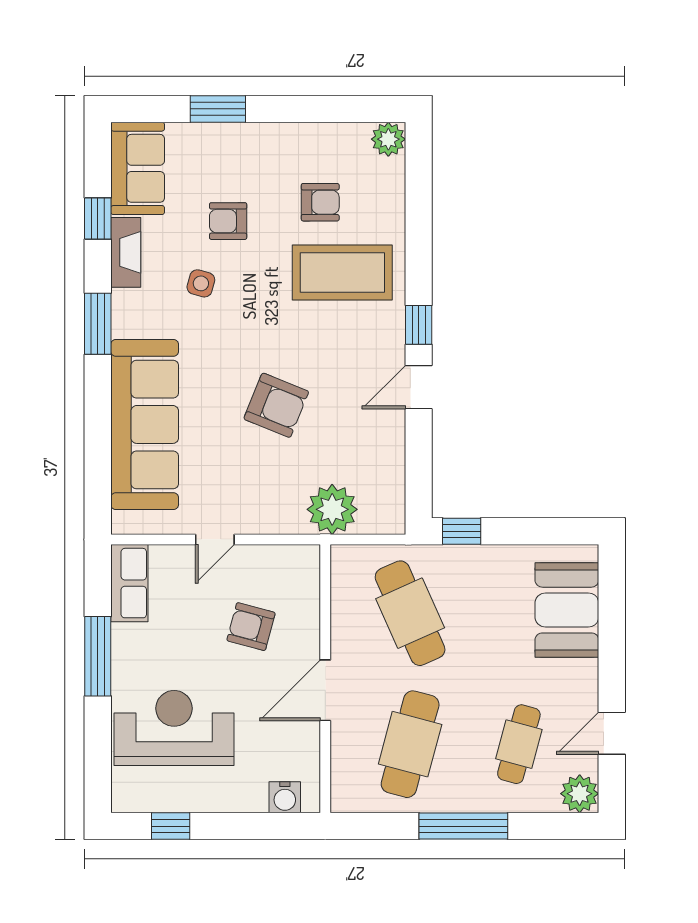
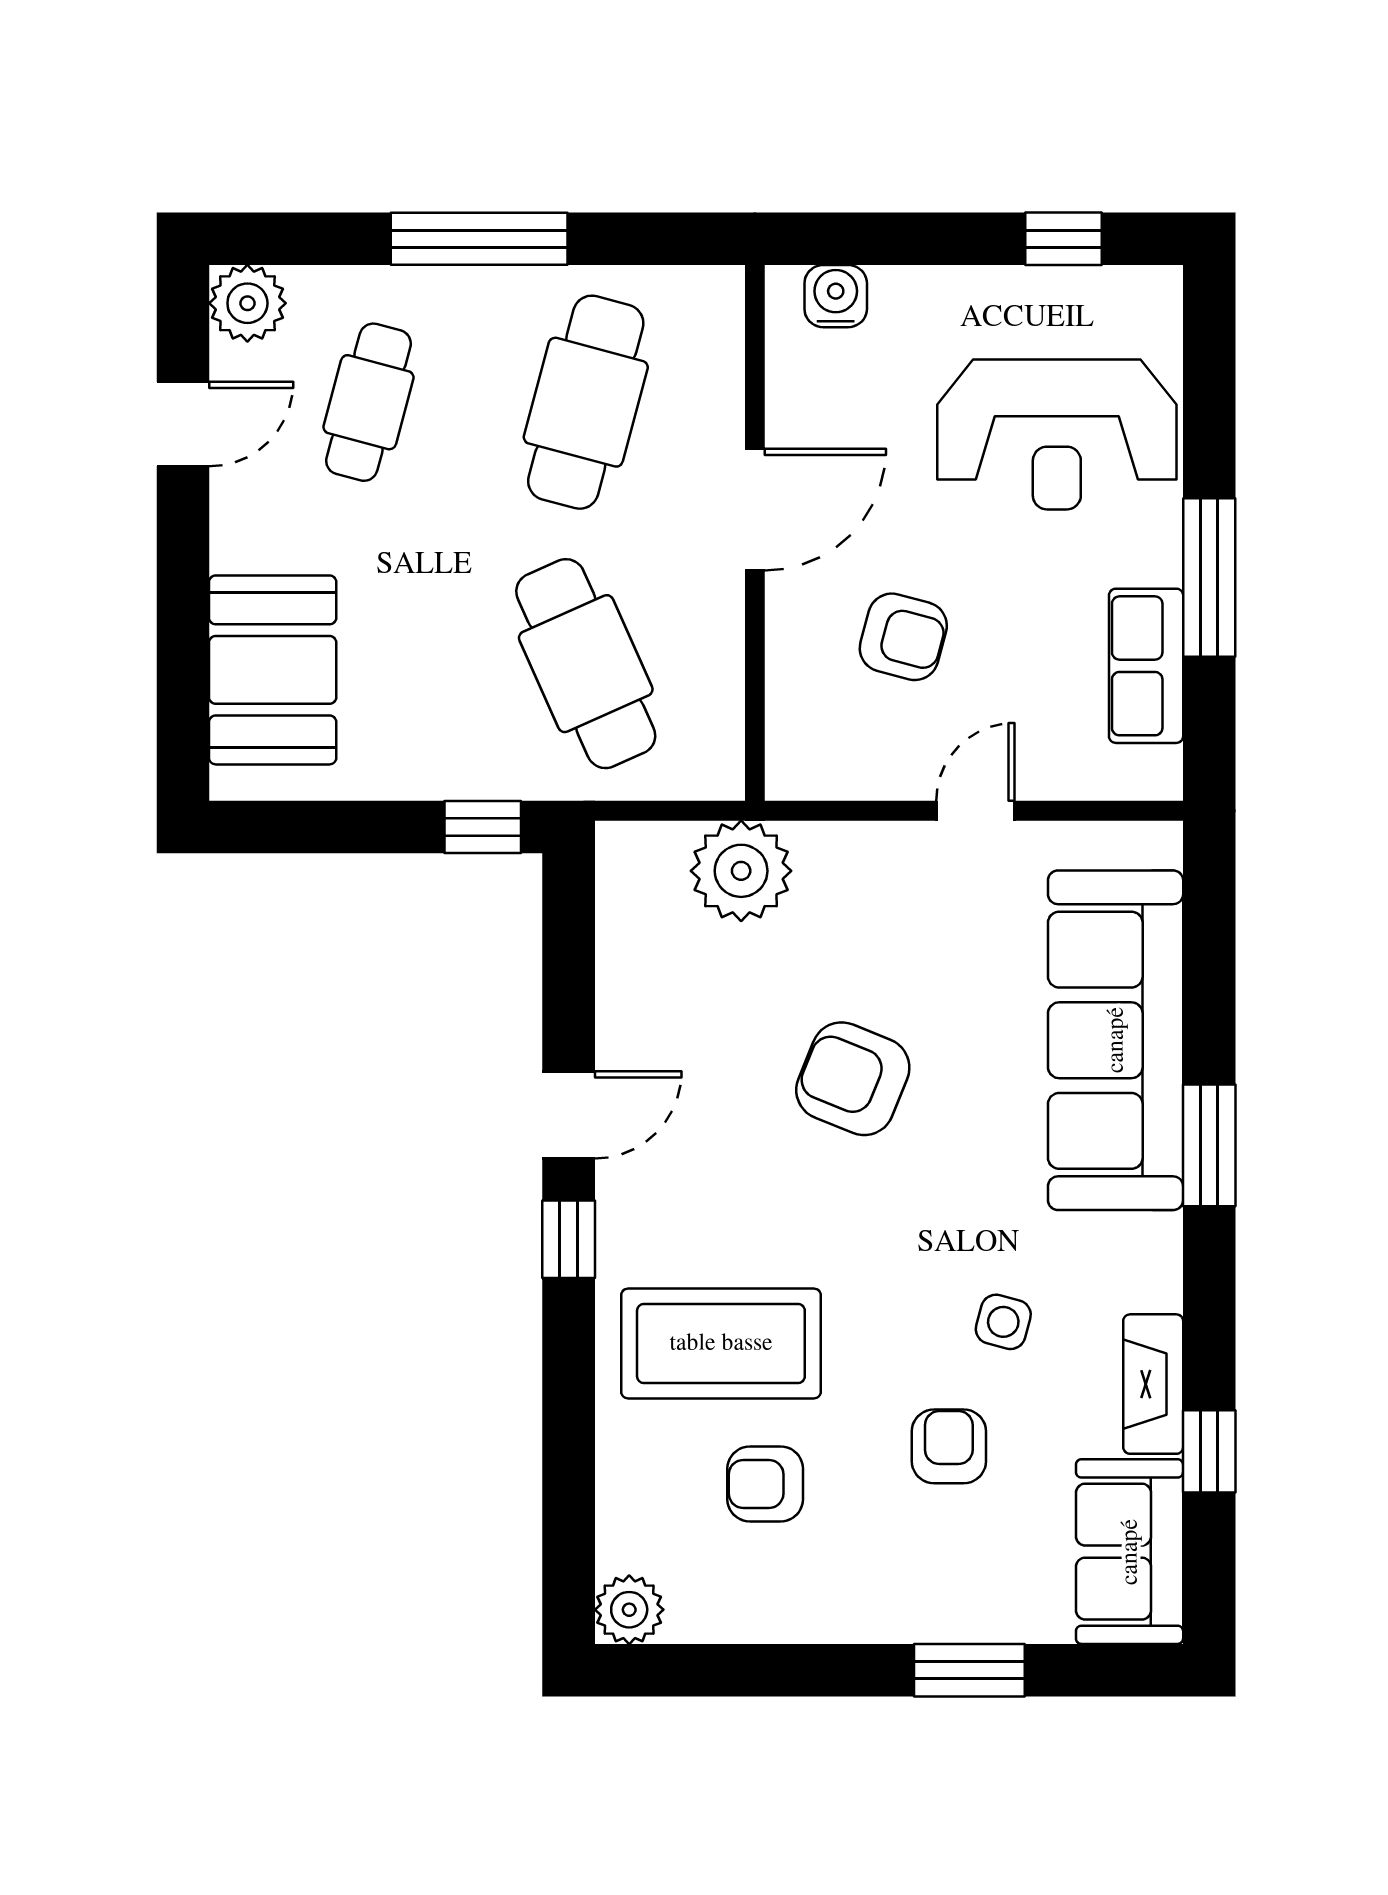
armchair: (228, 221) -> (949, 1446), turned -90
window: (98, 324) -> (1209, 1145), moved
row of seats: (129, 583) -> (1146, 666), moved

